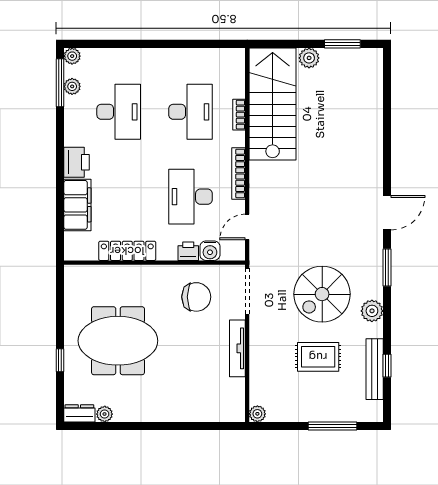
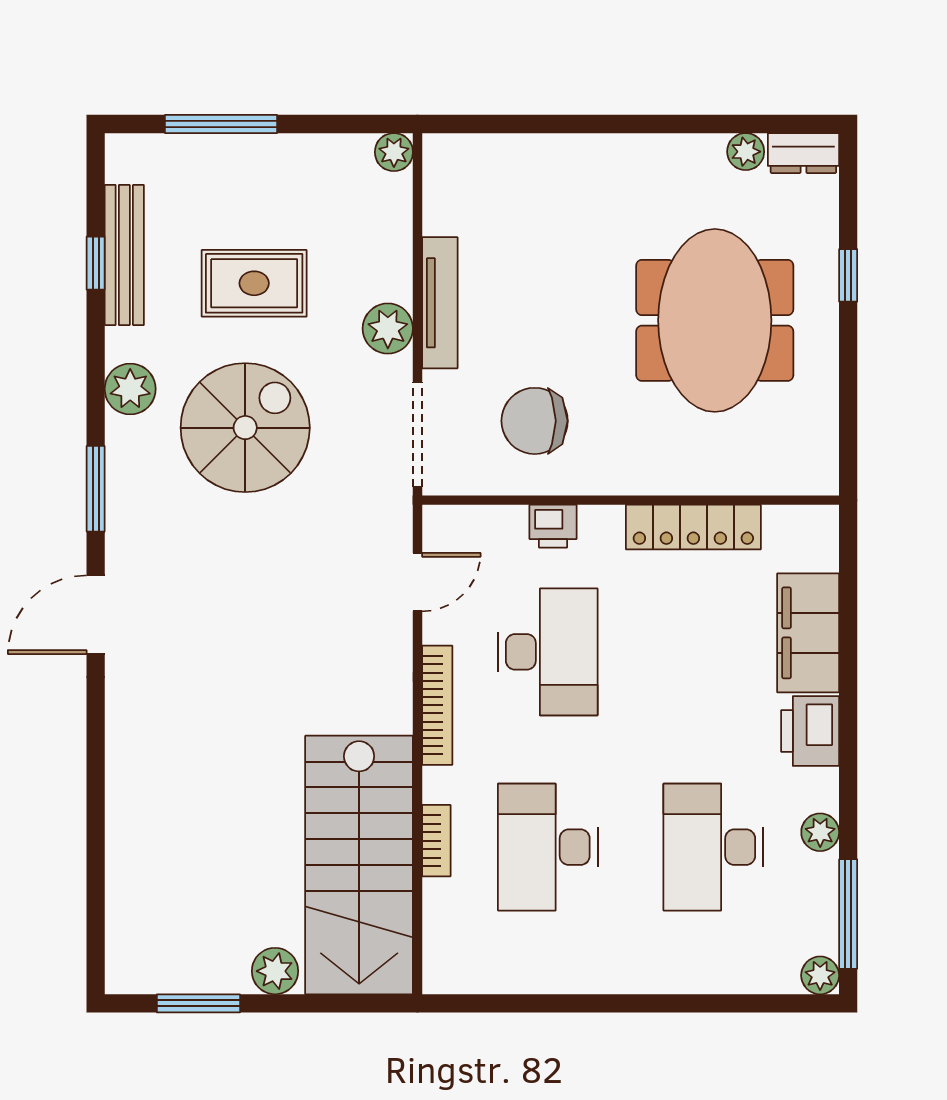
plant: (72, 86) -> (820, 832), moved
water cooler: (210, 251) -> (503, 528), removed
plant: (260, 337) -> (388, 329), added
meeting table: (118, 341) -> (715, 320), turned 90

